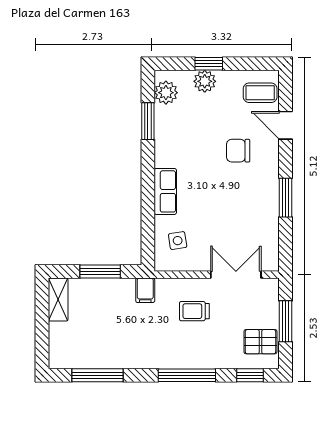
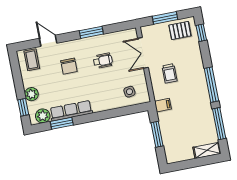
window: (209, 64) -> (23, 107), moved
door: (286, 125) -> (48, 41), swing flipped
row of seats: (165, 191) -> (71, 111), moved, width x1.48
wheelchair: (236, 207) -> (103, 61), added
shelving: (58, 300) -> (207, 150), moved
pallet: (260, 342) -> (180, 30), turned 90
window: (187, 375) -> (211, 85), moved

